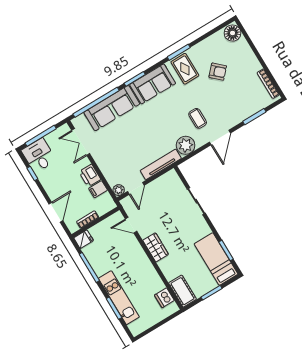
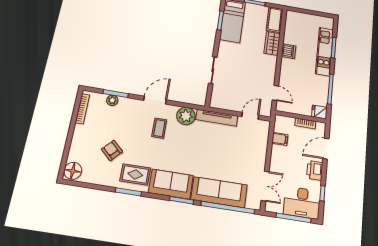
rug: (185, 69) -> (135, 174), turned 90
desk: (39, 155) -> (302, 203), width x1.37
printer: (90, 175) -> (315, 170), moved, turned 180
plant: (119, 190) -> (112, 100), moved
wardrobe: (156, 247) -> (272, 43), moved
dishwasher: (164, 298) -> (289, 51), moved

